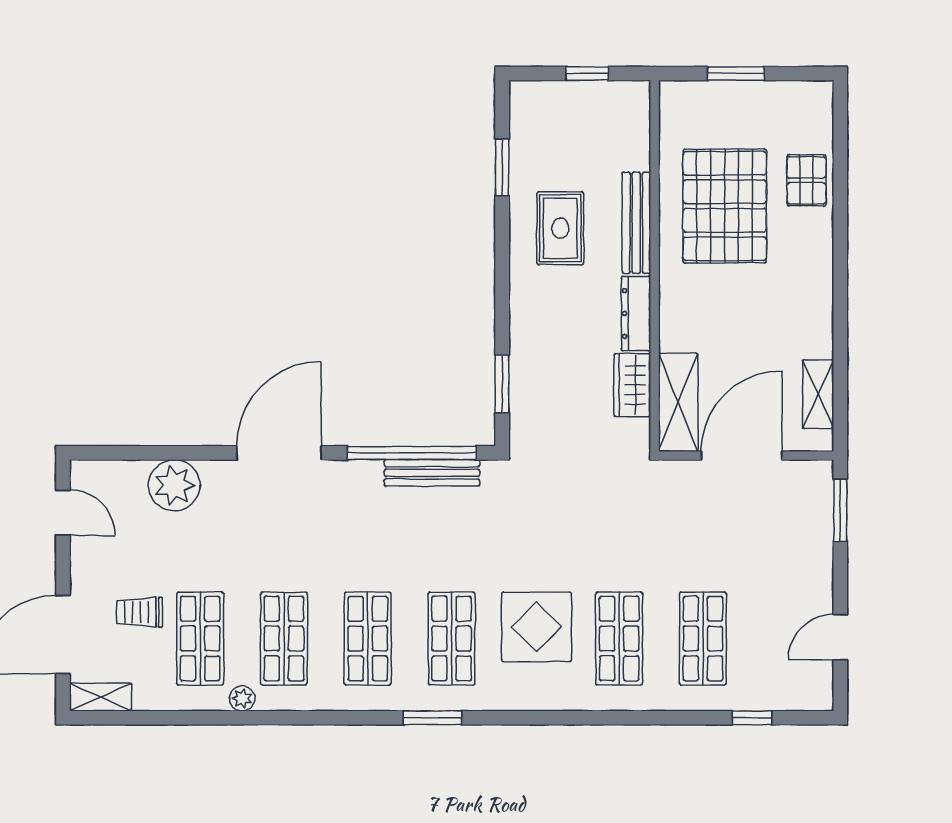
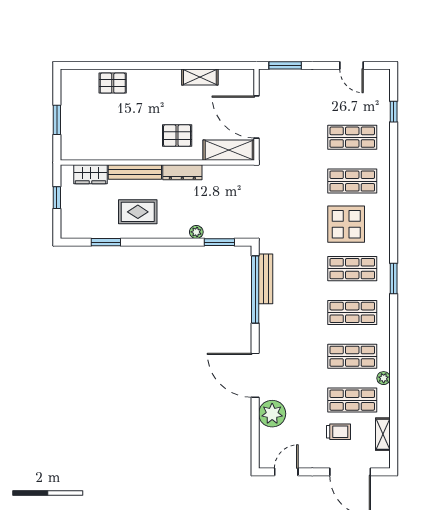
pallet: (725, 206) -> (177, 136), moved, width x0.49, depth x0.50
plant: (522, 340) -> (196, 232), added
wardrobe: (632, 385) -> (90, 174), moved
shelving: (818, 394) -> (200, 77), moved
door: (279, 453) -> (255, 375), moved
trolley: (139, 612) -> (339, 432), turned -90
shelving: (101, 697) -> (383, 434), moved

